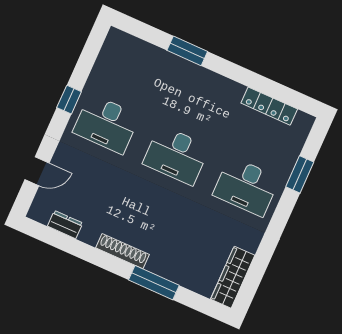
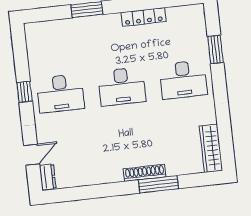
locker: (269, 106) -> (144, 17), moved
dresser: (65, 225) -> (48, 177), moved, turned 90
shoe rack: (122, 251) -> (145, 173), moved

